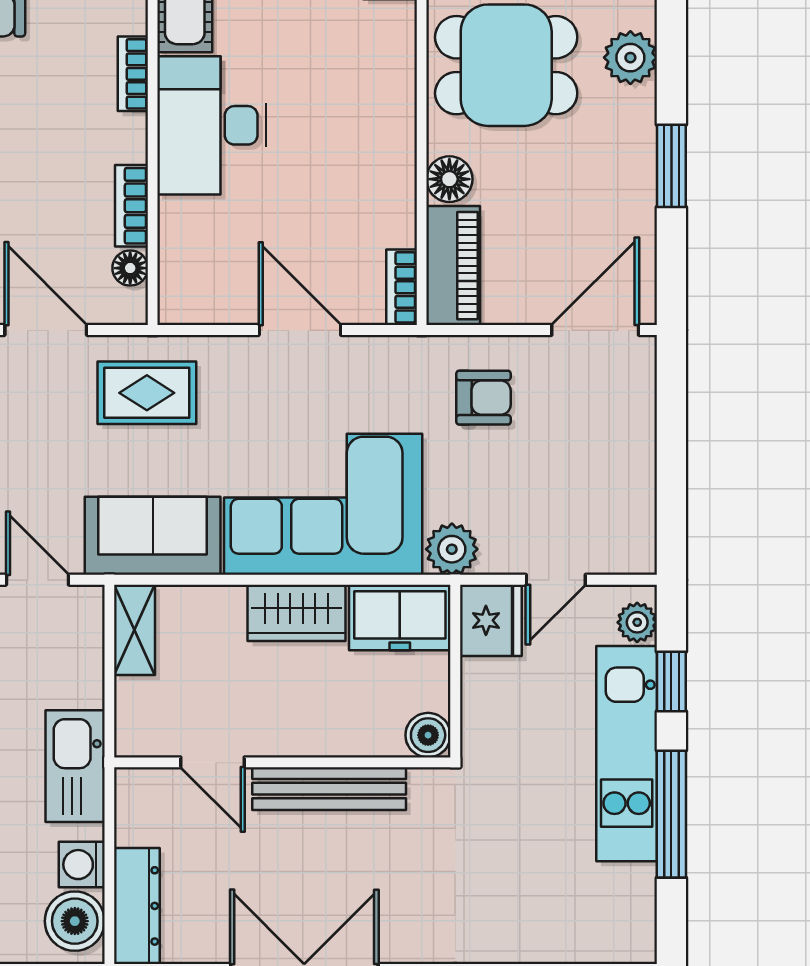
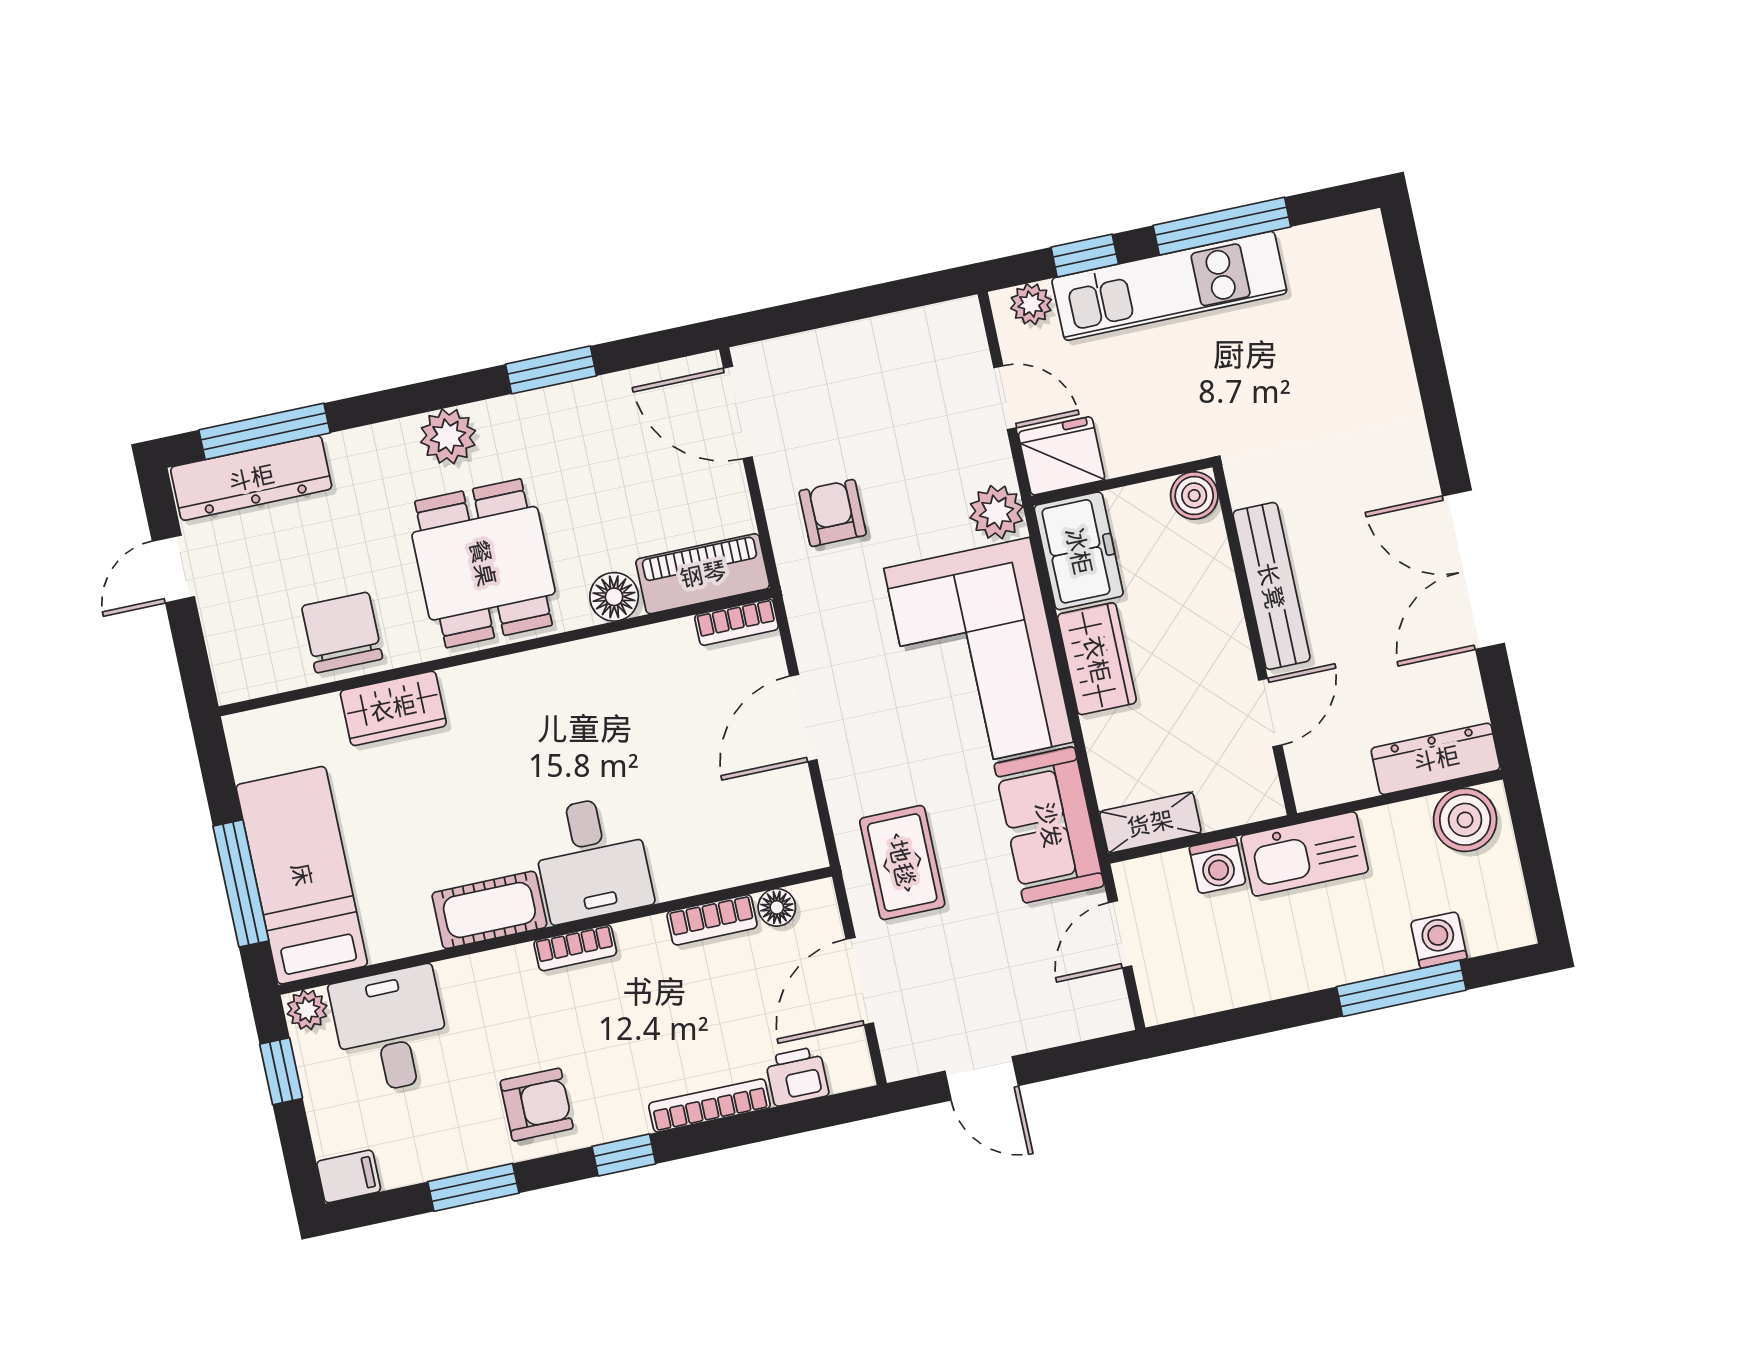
desk: (212, 125) -> (592, 859), width x0.73
washing machine: (82, 865) -> (1218, 865), moved

